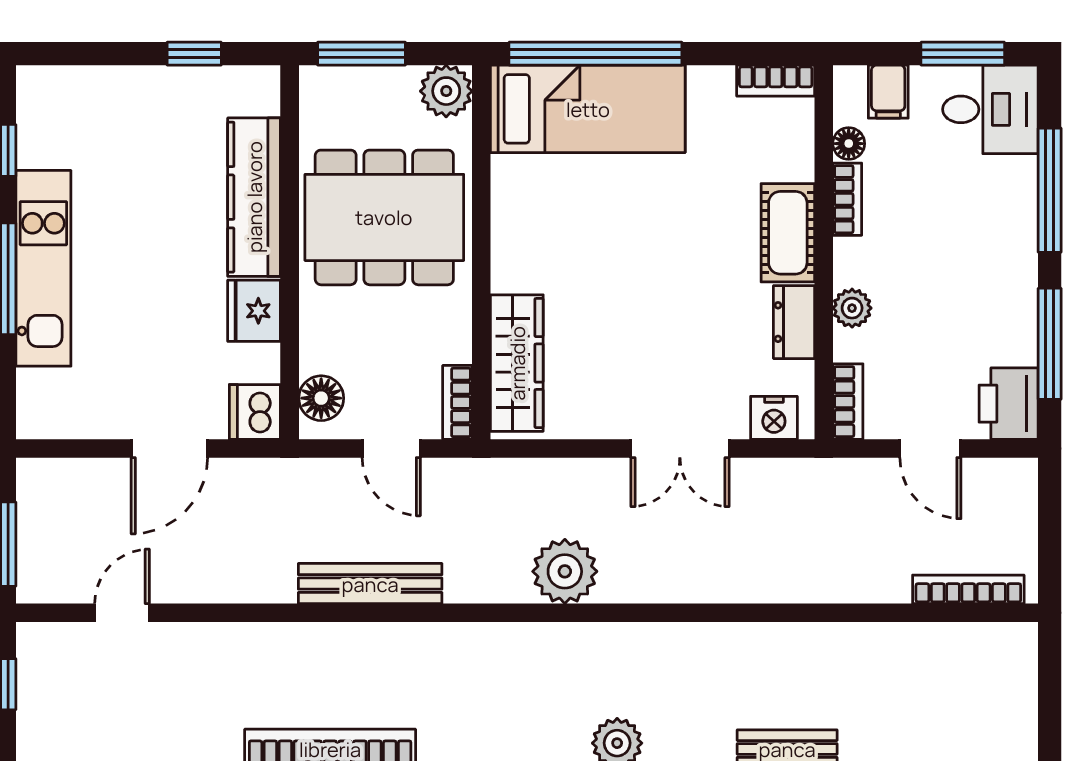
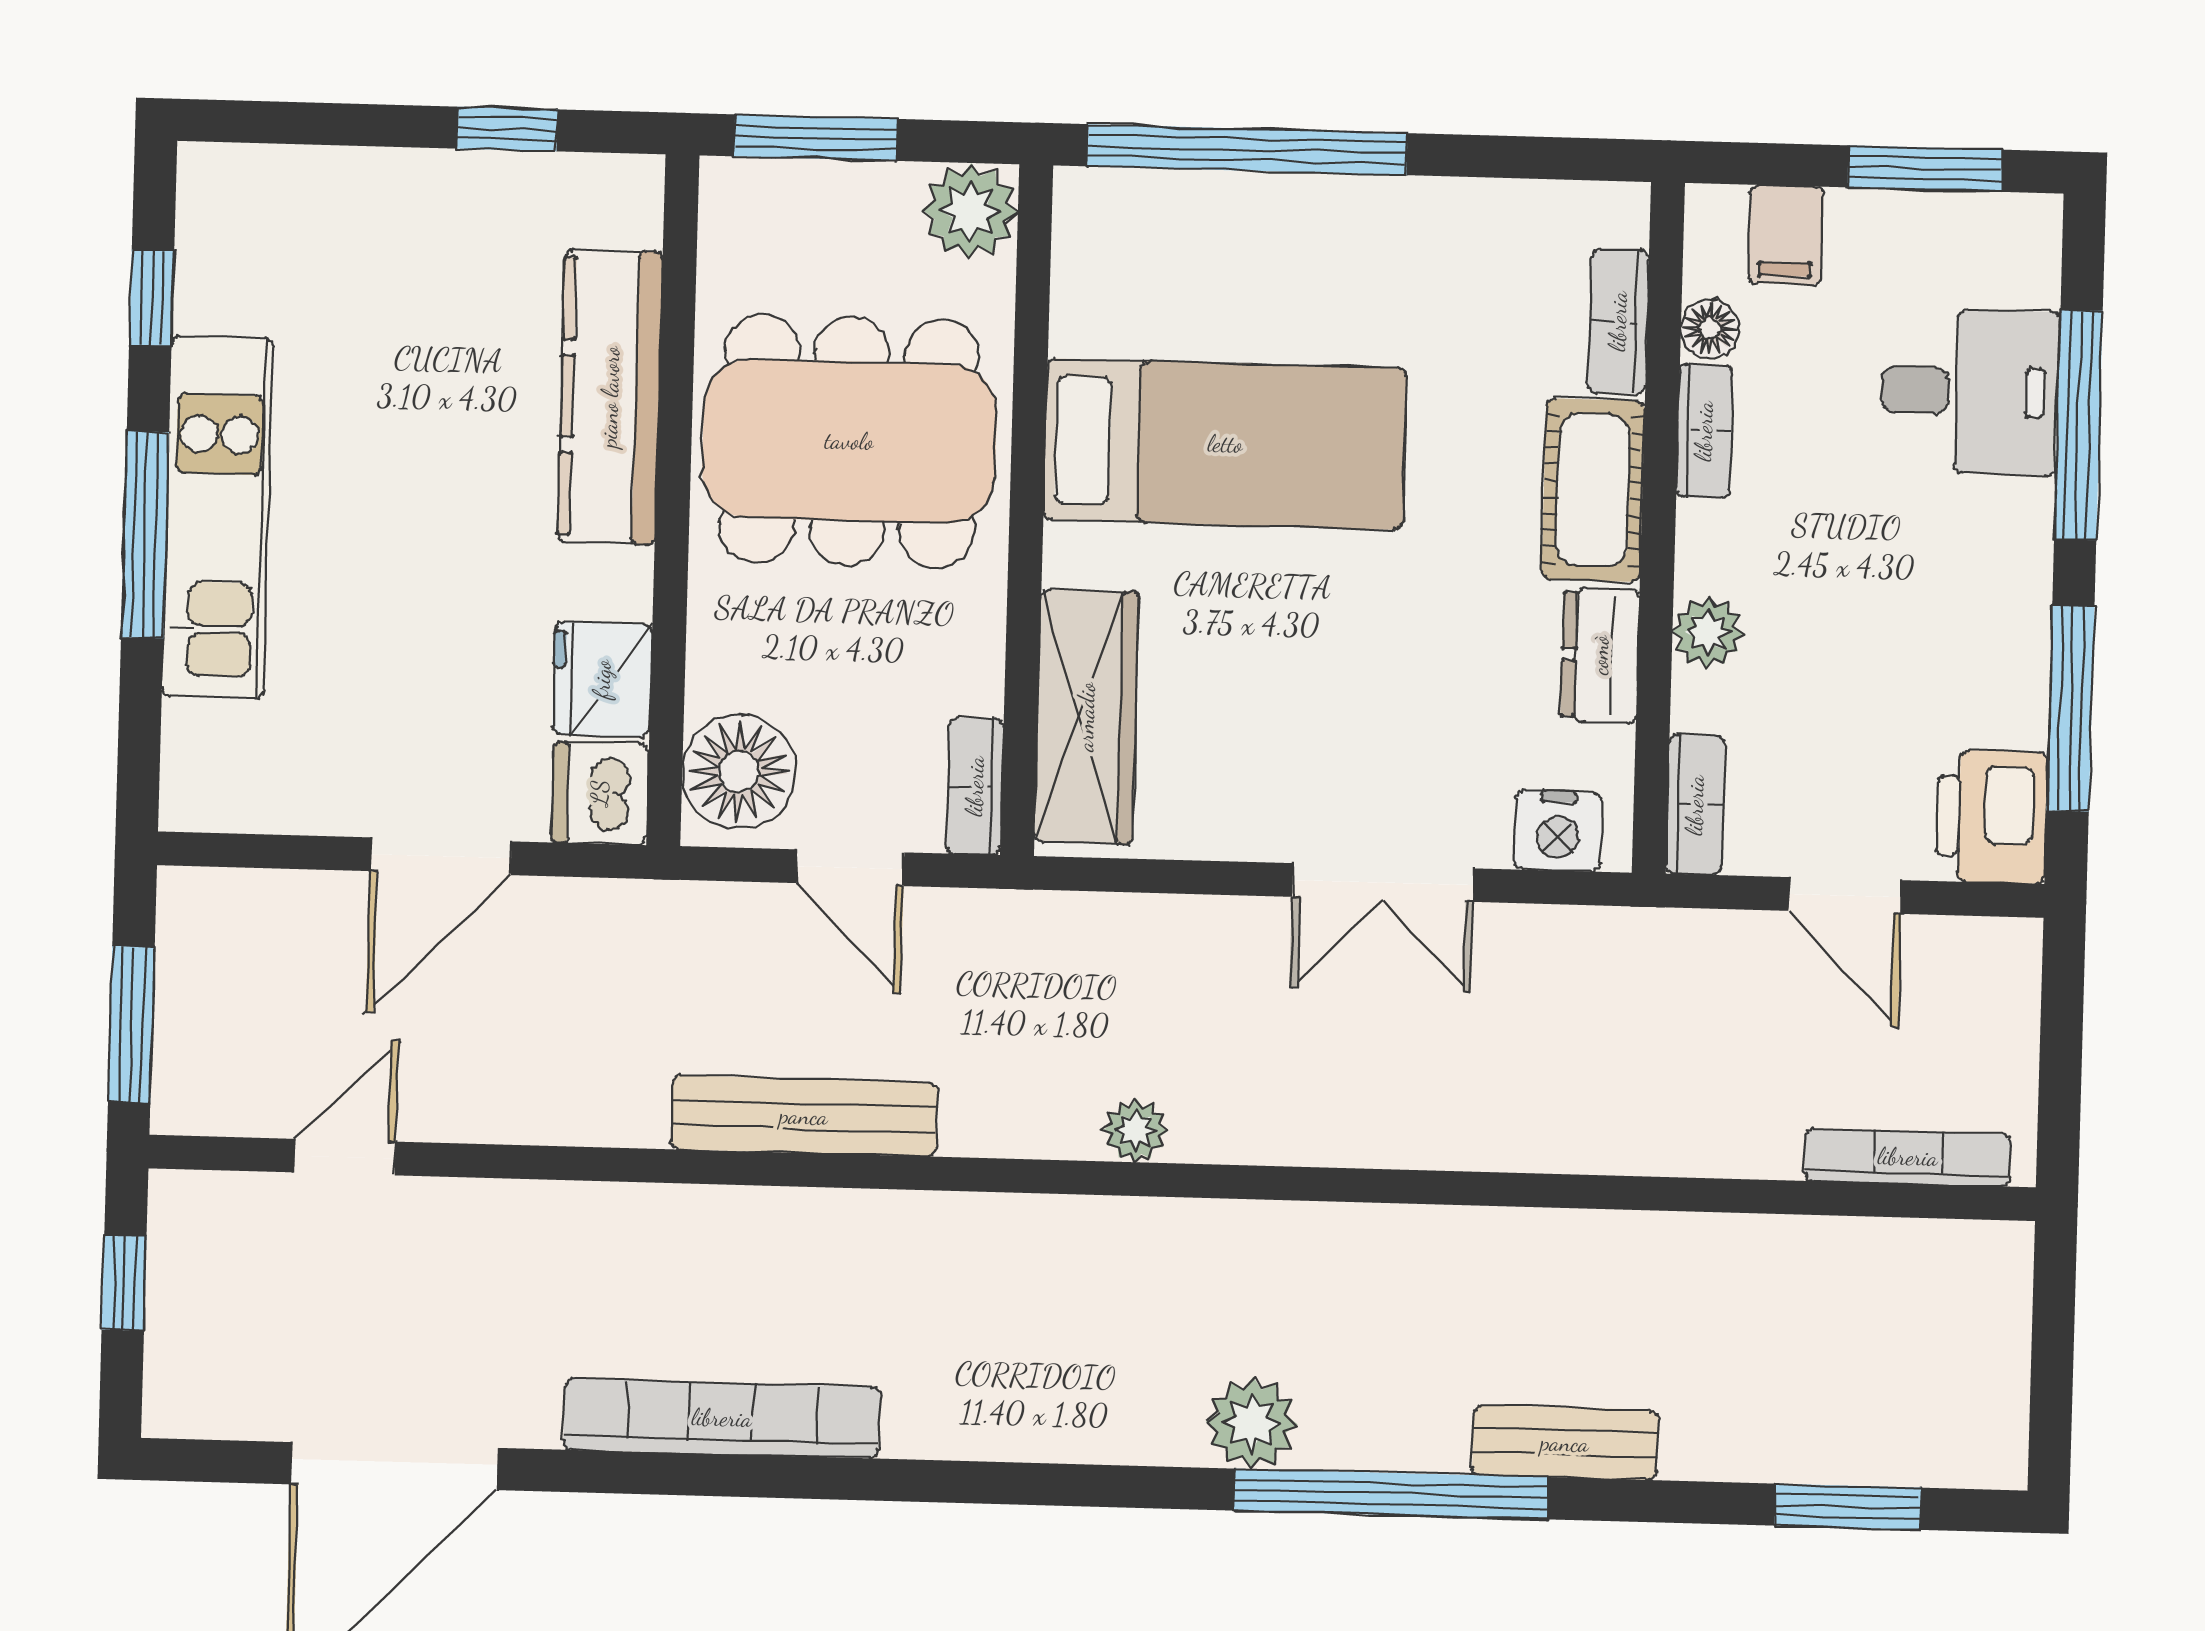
bookcase: (776, 81) -> (1618, 321), moved, turned 90
bed: (588, 109) -> (1225, 444), moved
desk: (990, 109) -> (1970, 391), moved
fridge: (254, 311) -> (602, 679), moved
floor lamp: (321, 398) -> (739, 772), width x1.38, depth x1.38
plant: (565, 571) -> (1136, 1130), width x0.53, depth x0.53

